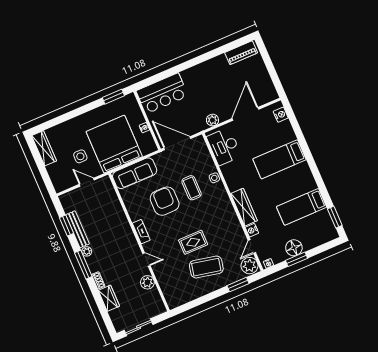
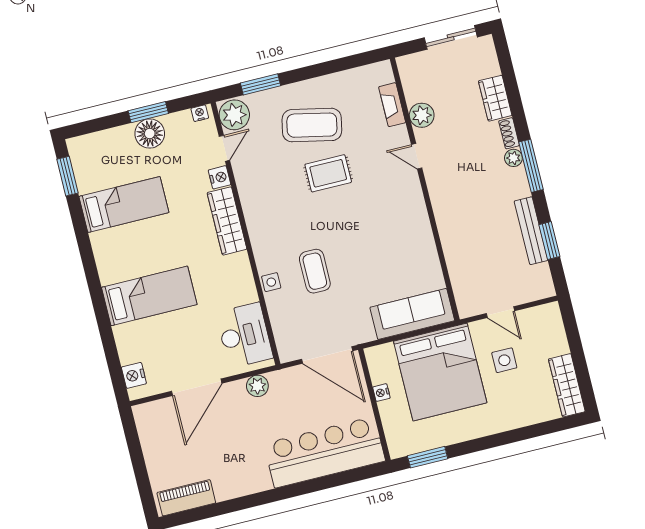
bar counter: (162, 93) -> (325, 452), width x1.36
armchair: (165, 201) -> (367, 255), removed
fireplace: (141, 232) -> (392, 105), moved
plant: (87, 251) -> (513, 158), moved

